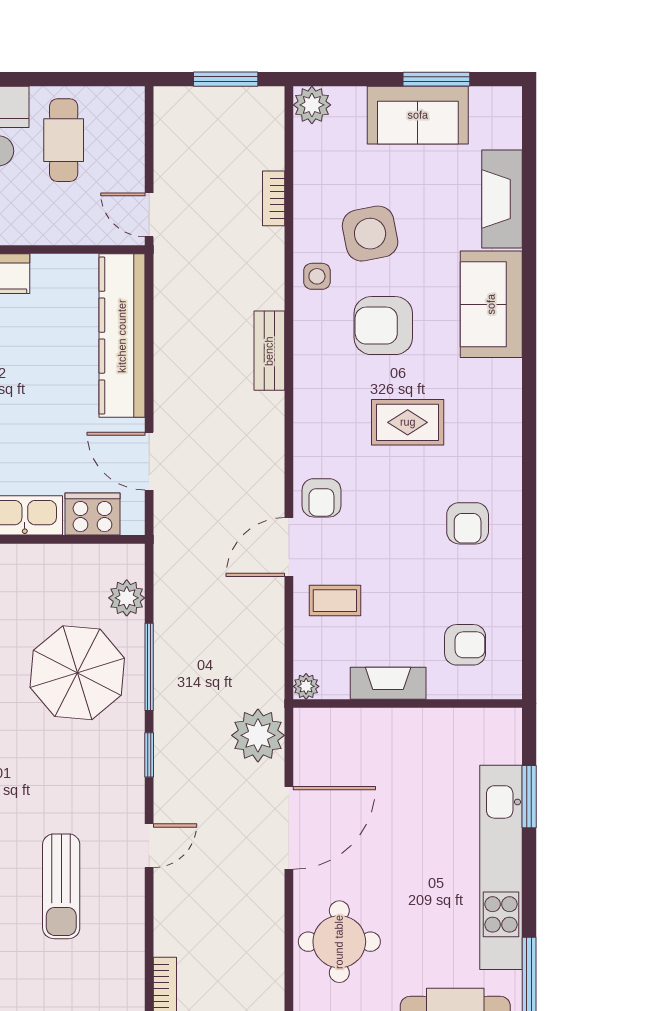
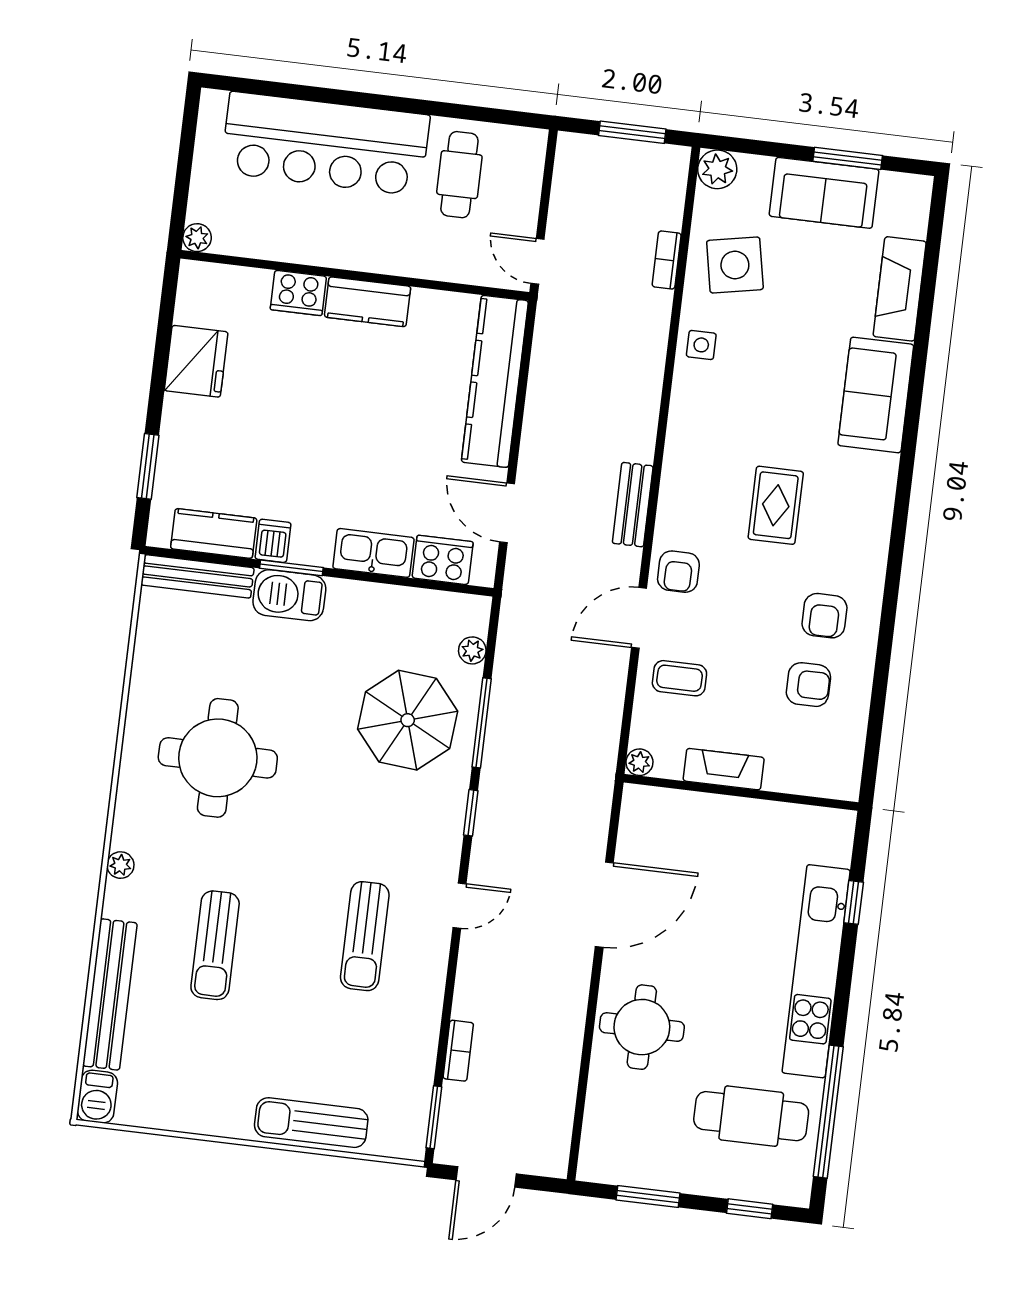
side table: (370, 234) -> (735, 265), moved
armchair: (383, 326) -> (763, 403), removed
bench: (269, 351) -> (633, 505), moved
rug: (408, 422) -> (776, 505), turned 90
plant: (127, 598) -> (472, 650), width x0.73, depth x0.73
armchair: (465, 645) -> (808, 685), moved
plant: (258, 735) -> (584, 806), removed
window: (529, 797) -> (854, 902), width x0.67

